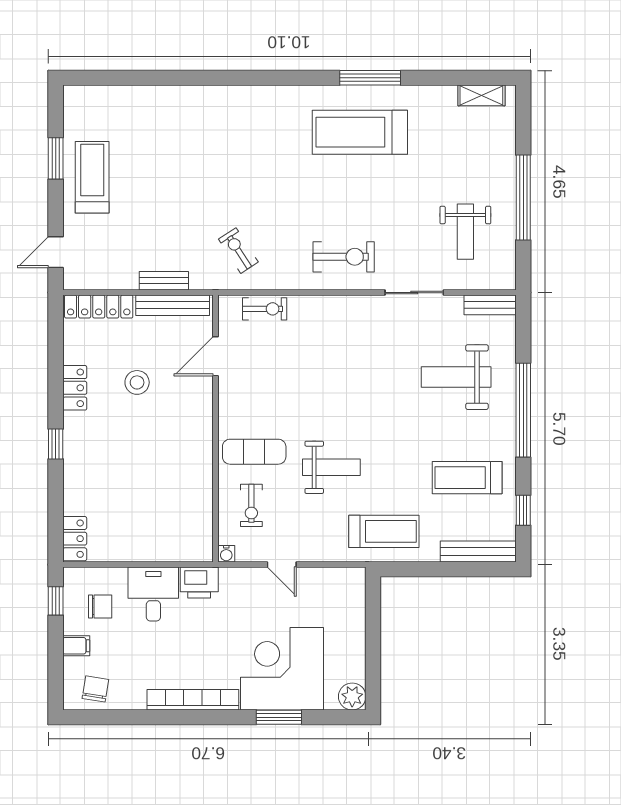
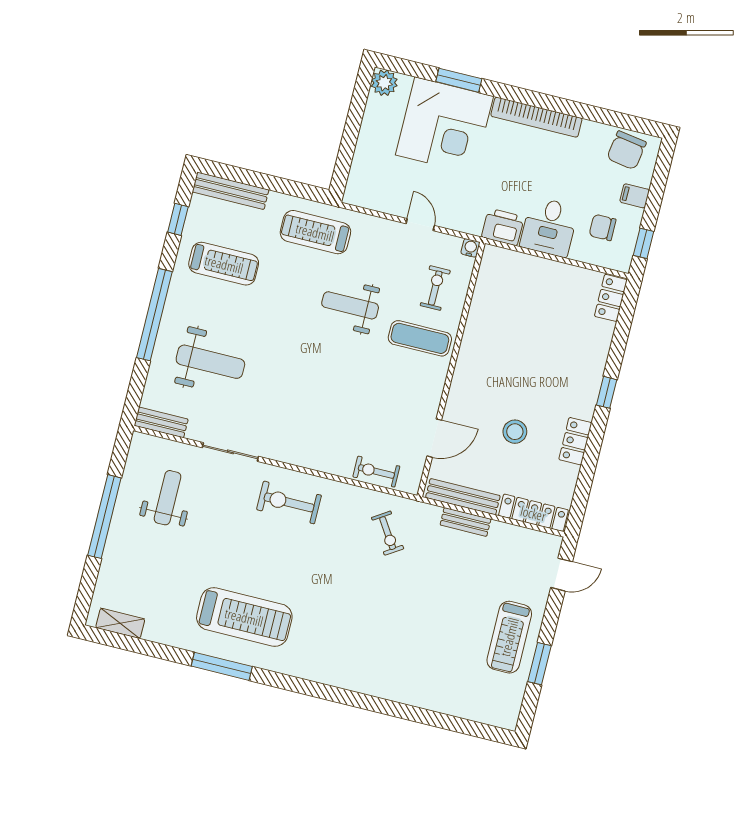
chair: (95, 689) -> (626, 150), width x1.37, depth x1.37

